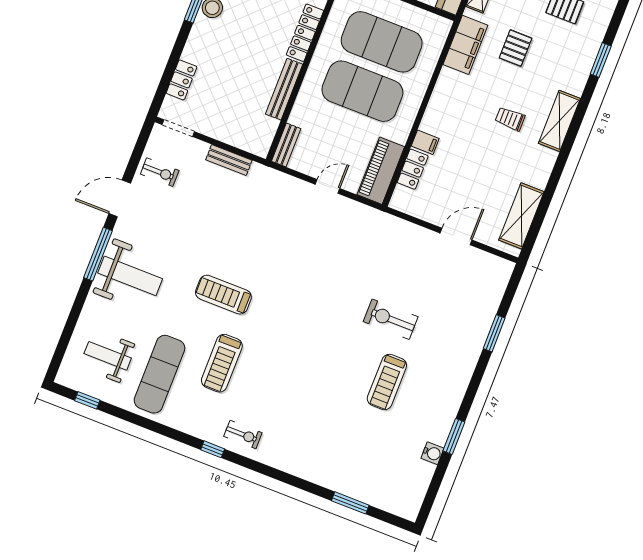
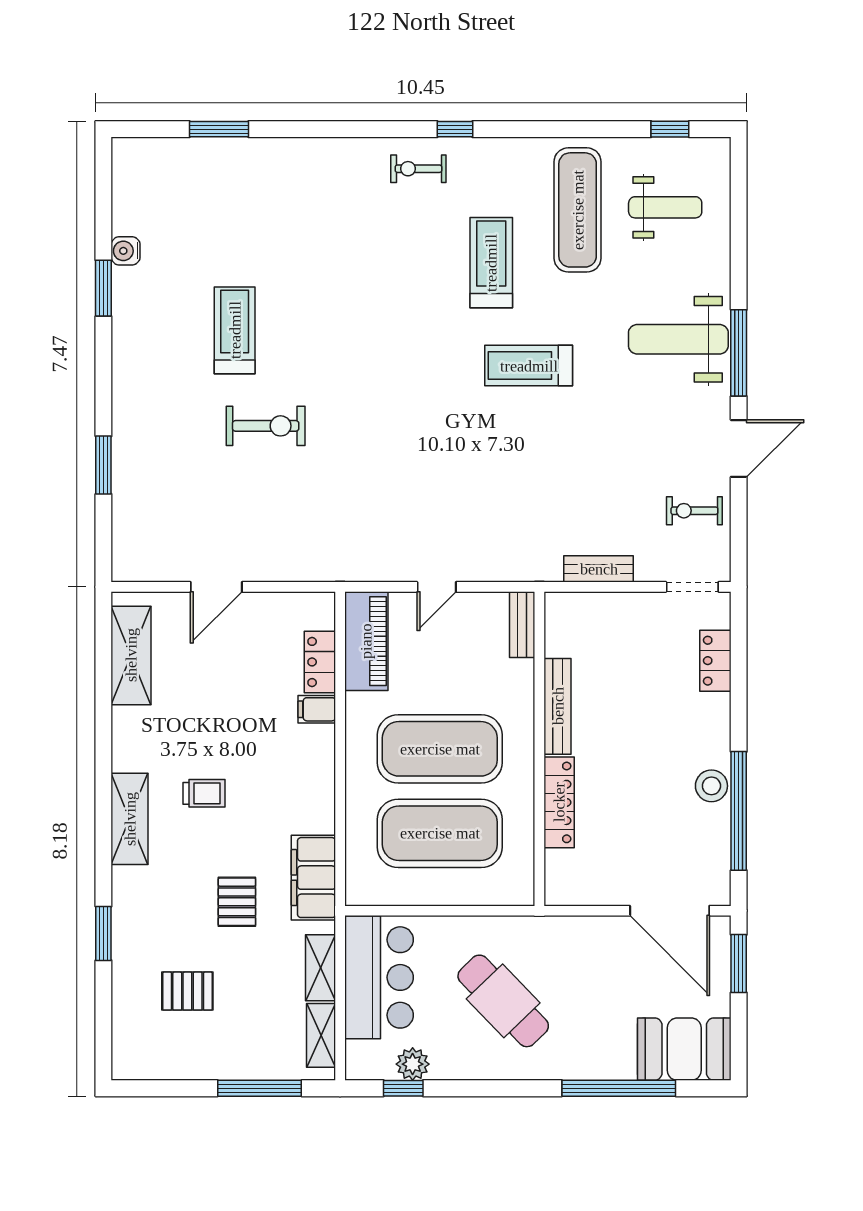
treadmill: (223, 295) -> (529, 366), turned 180

